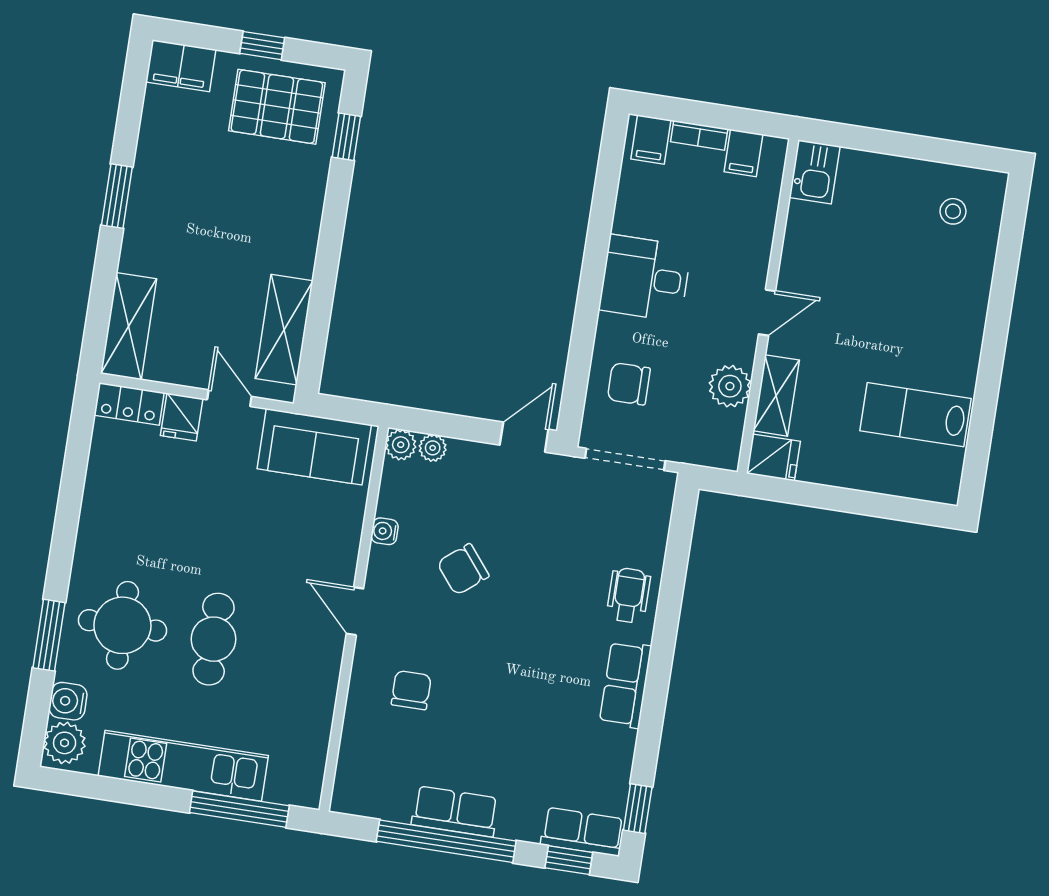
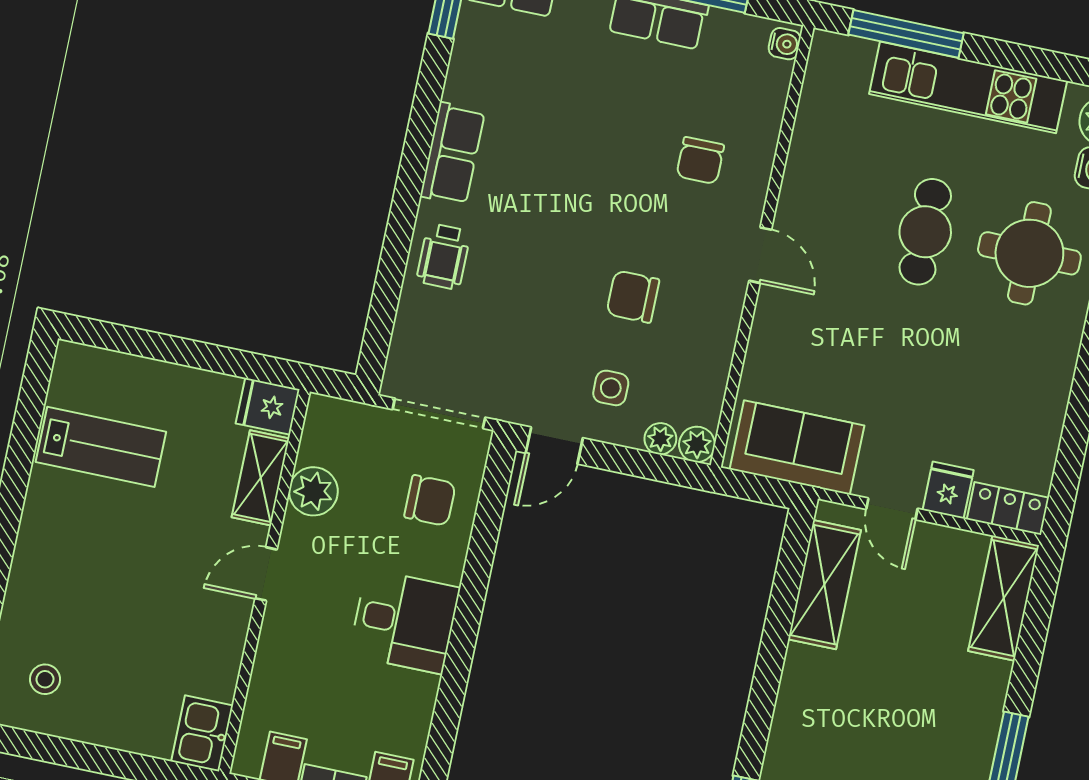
side table: (478, 489) -> (611, 388), added
water cooler: (385, 531) -> (785, 44), moved
chair: (463, 569) -> (633, 297), turned -141

